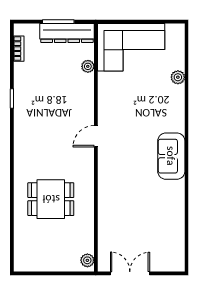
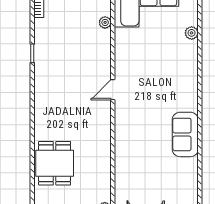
sofa: (171, 156) -> (185, 134), moved
dining table: (51, 199) -> (55, 163), moved, turned 90

